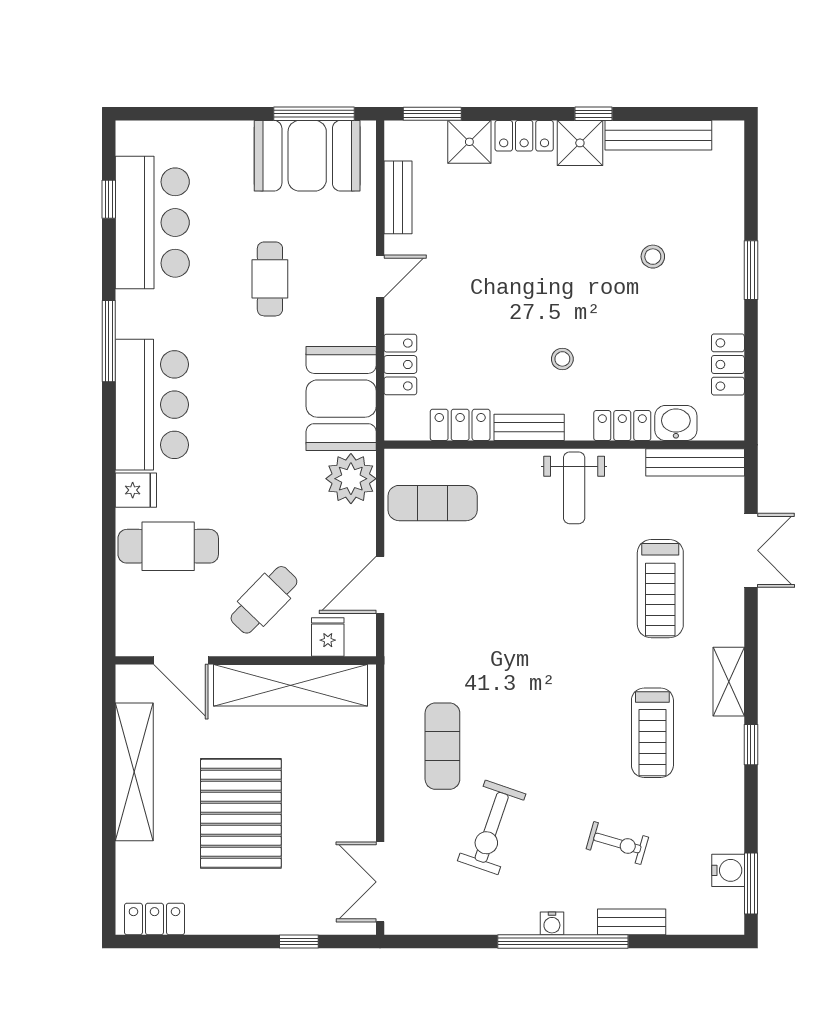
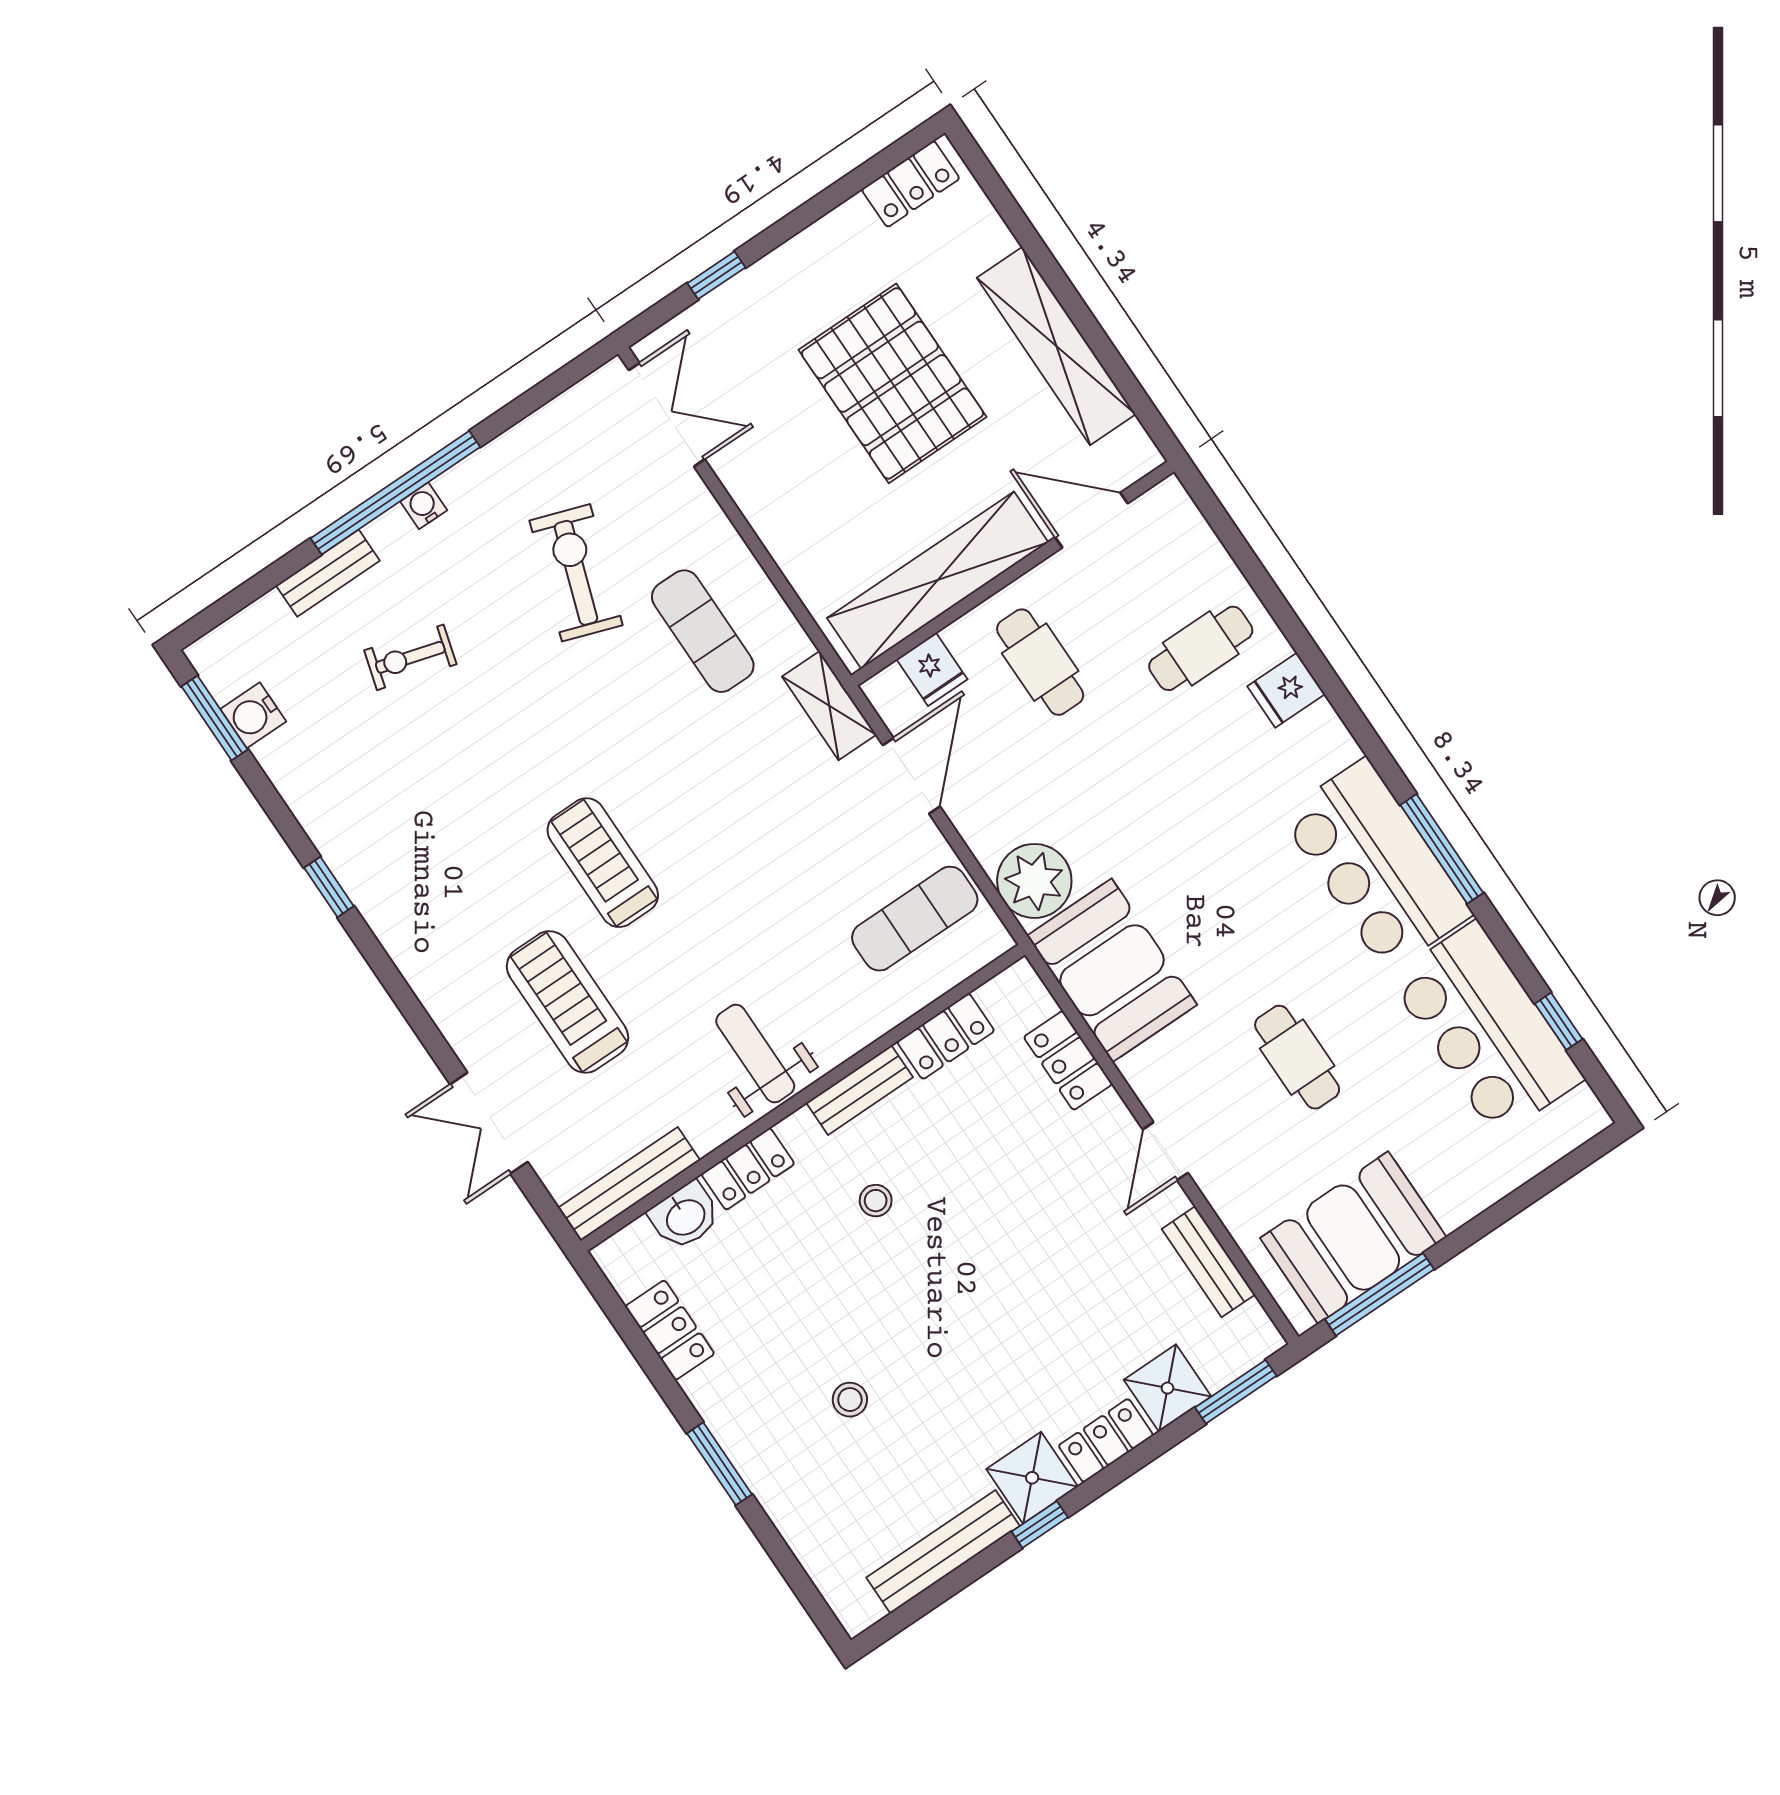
bar counter: (152, 405) -> (1376, 865), moved
cafe table: (168, 546) -> (1201, 648), width x0.73, depth x0.74
cafe table: (264, 600) -> (1040, 662), turned -44
shelving: (729, 682) -> (829, 706), moved
treadmill: (652, 733) -> (603, 863), moved

